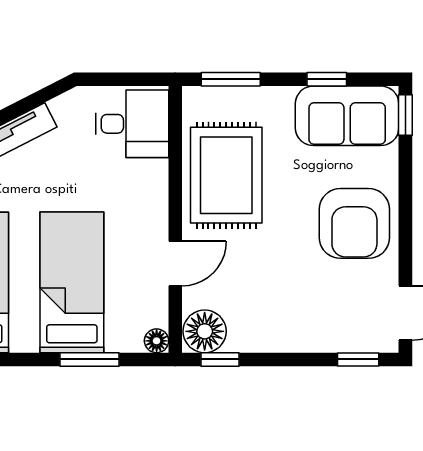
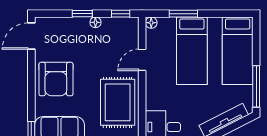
armchair: (354, 223) -> (56, 79), turned 180
floor lamp: (205, 331) -> (95, 22), moved, width x0.53, depth x0.53
window: (358, 359) -> (82, 14), moved

